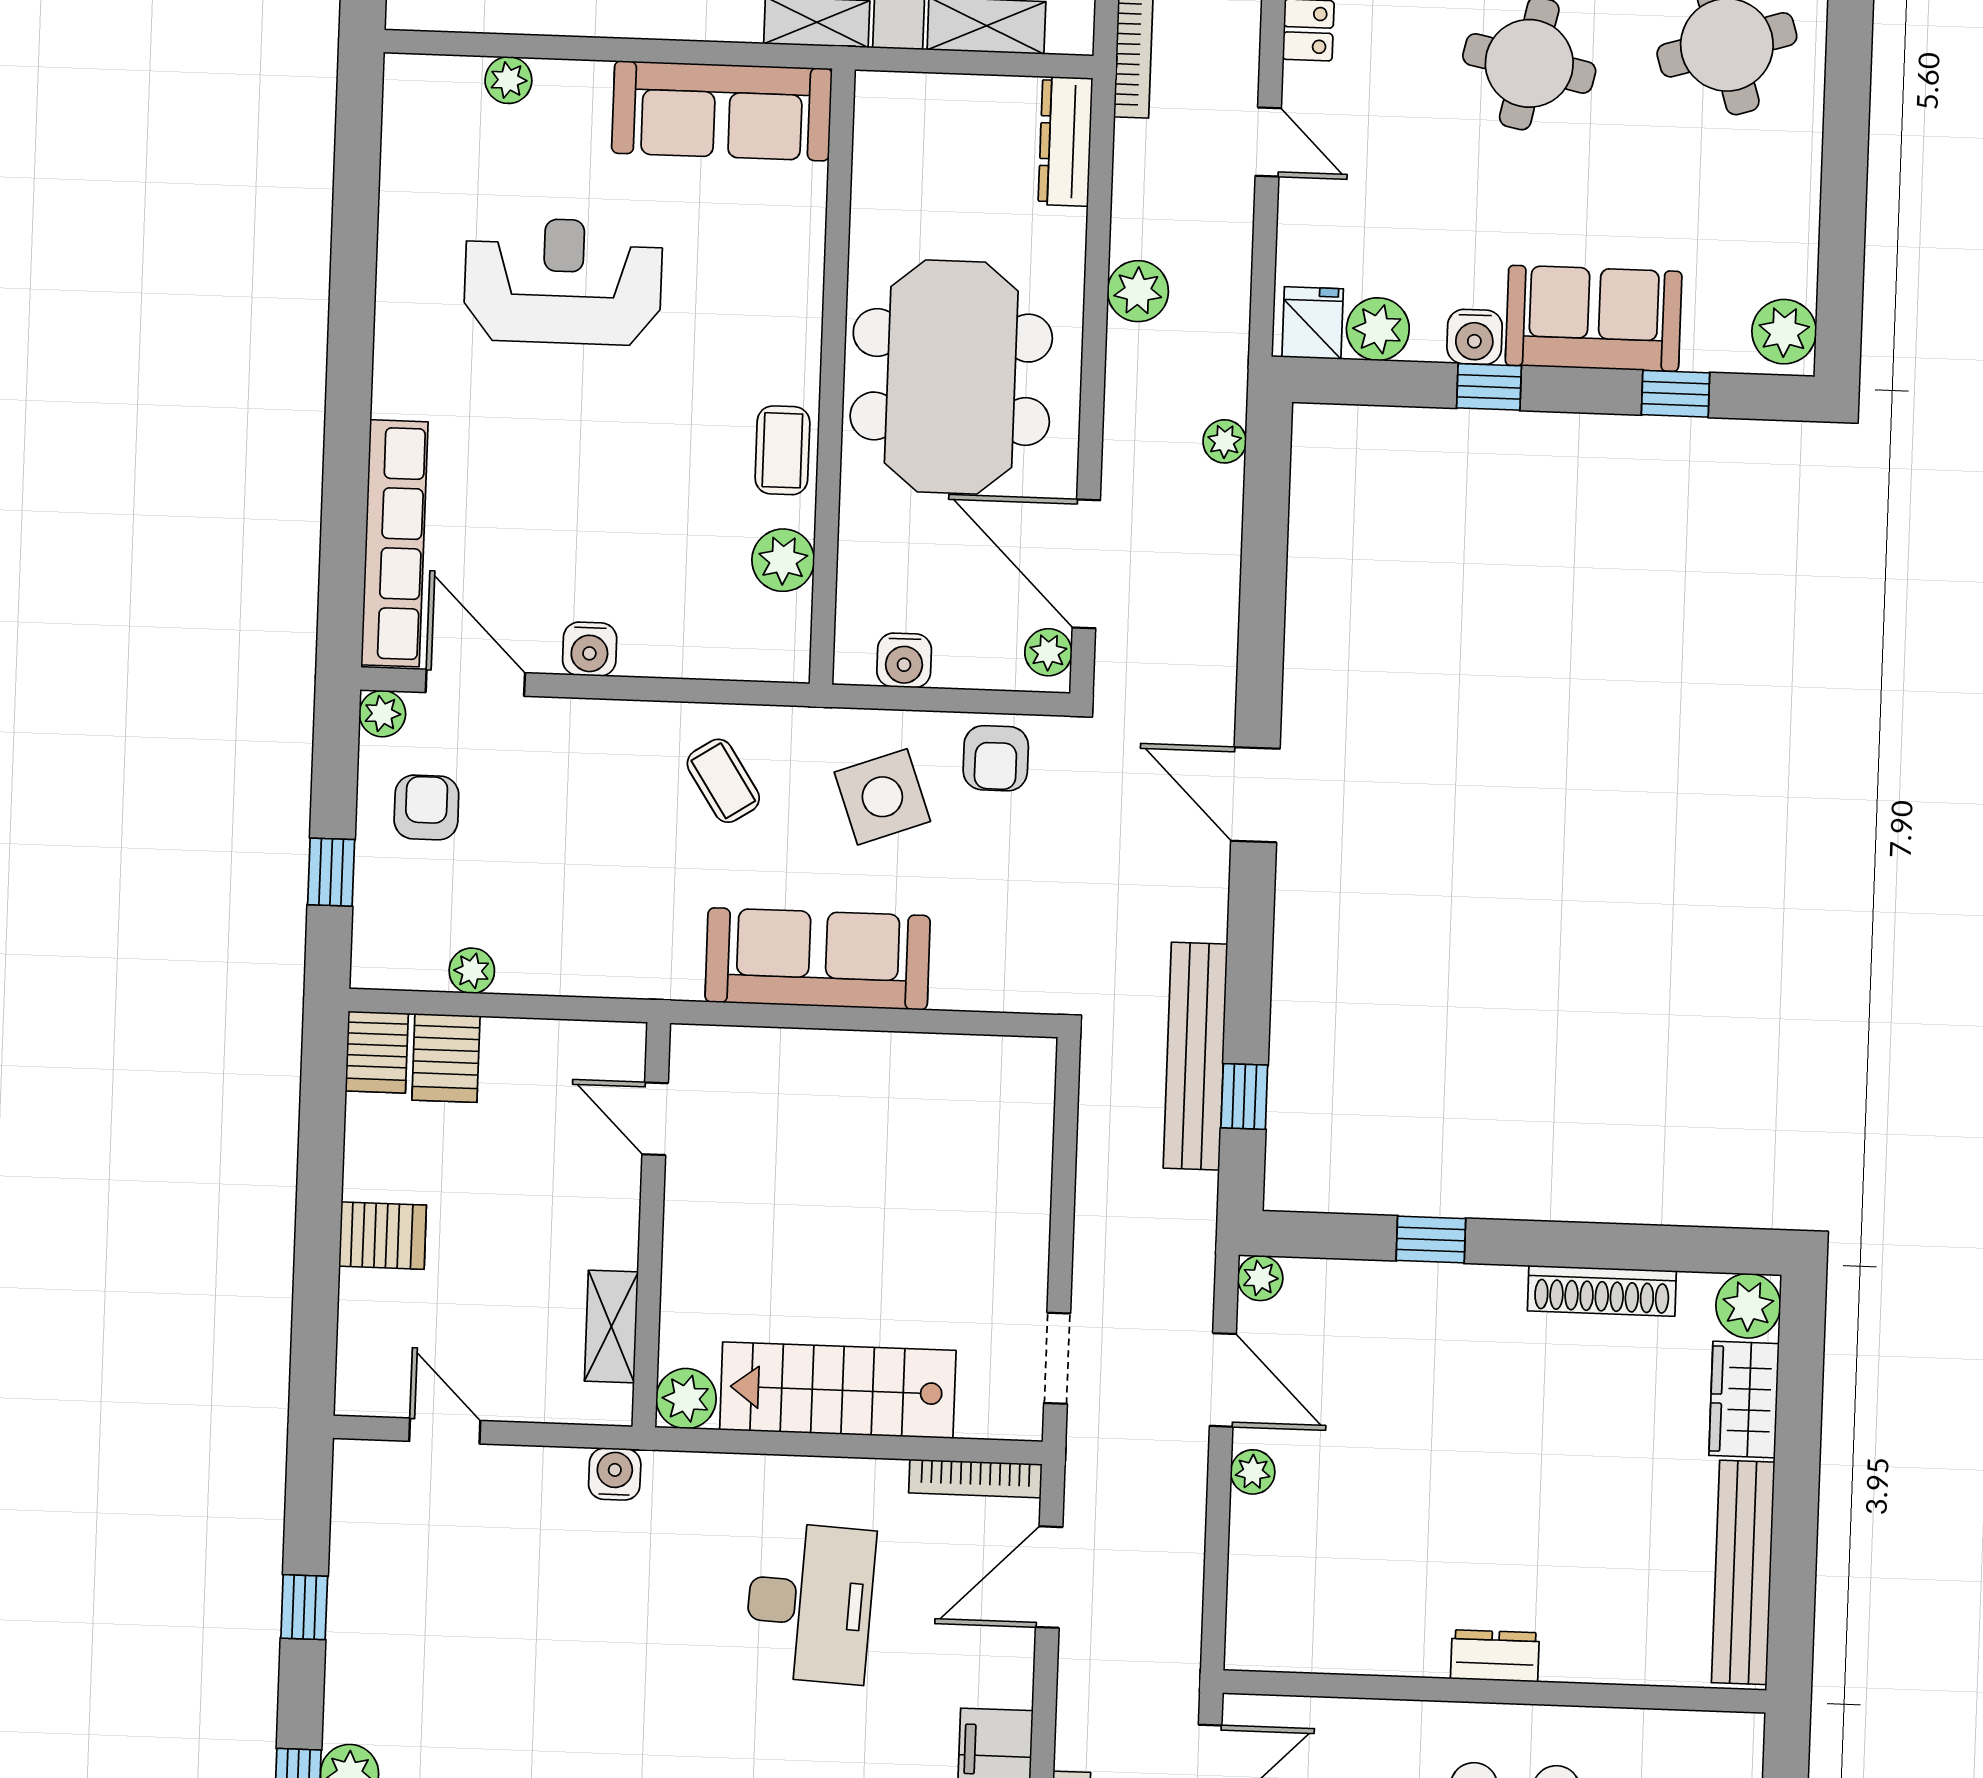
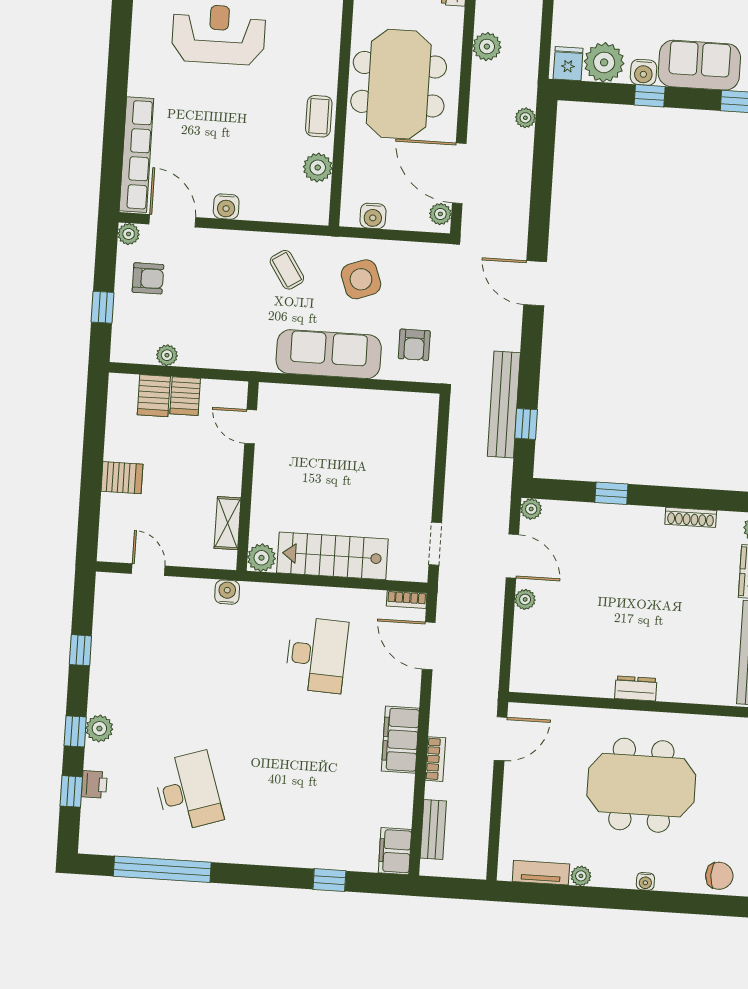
plant: (1378, 329) -> (604, 62), width x1.36, depth x1.36
armchair: (996, 758) -> (414, 345), moved
armchair: (426, 807) -> (148, 278), turned 90
server rack: (377, 1052) -> (185, 396), moved
shoe rack: (1602, 1291) -> (691, 517), width x0.74, depth x0.81
bookcase: (975, 1478) -> (407, 600), width x0.64
door: (1049, 1577) -> (429, 646), hinge flipped

